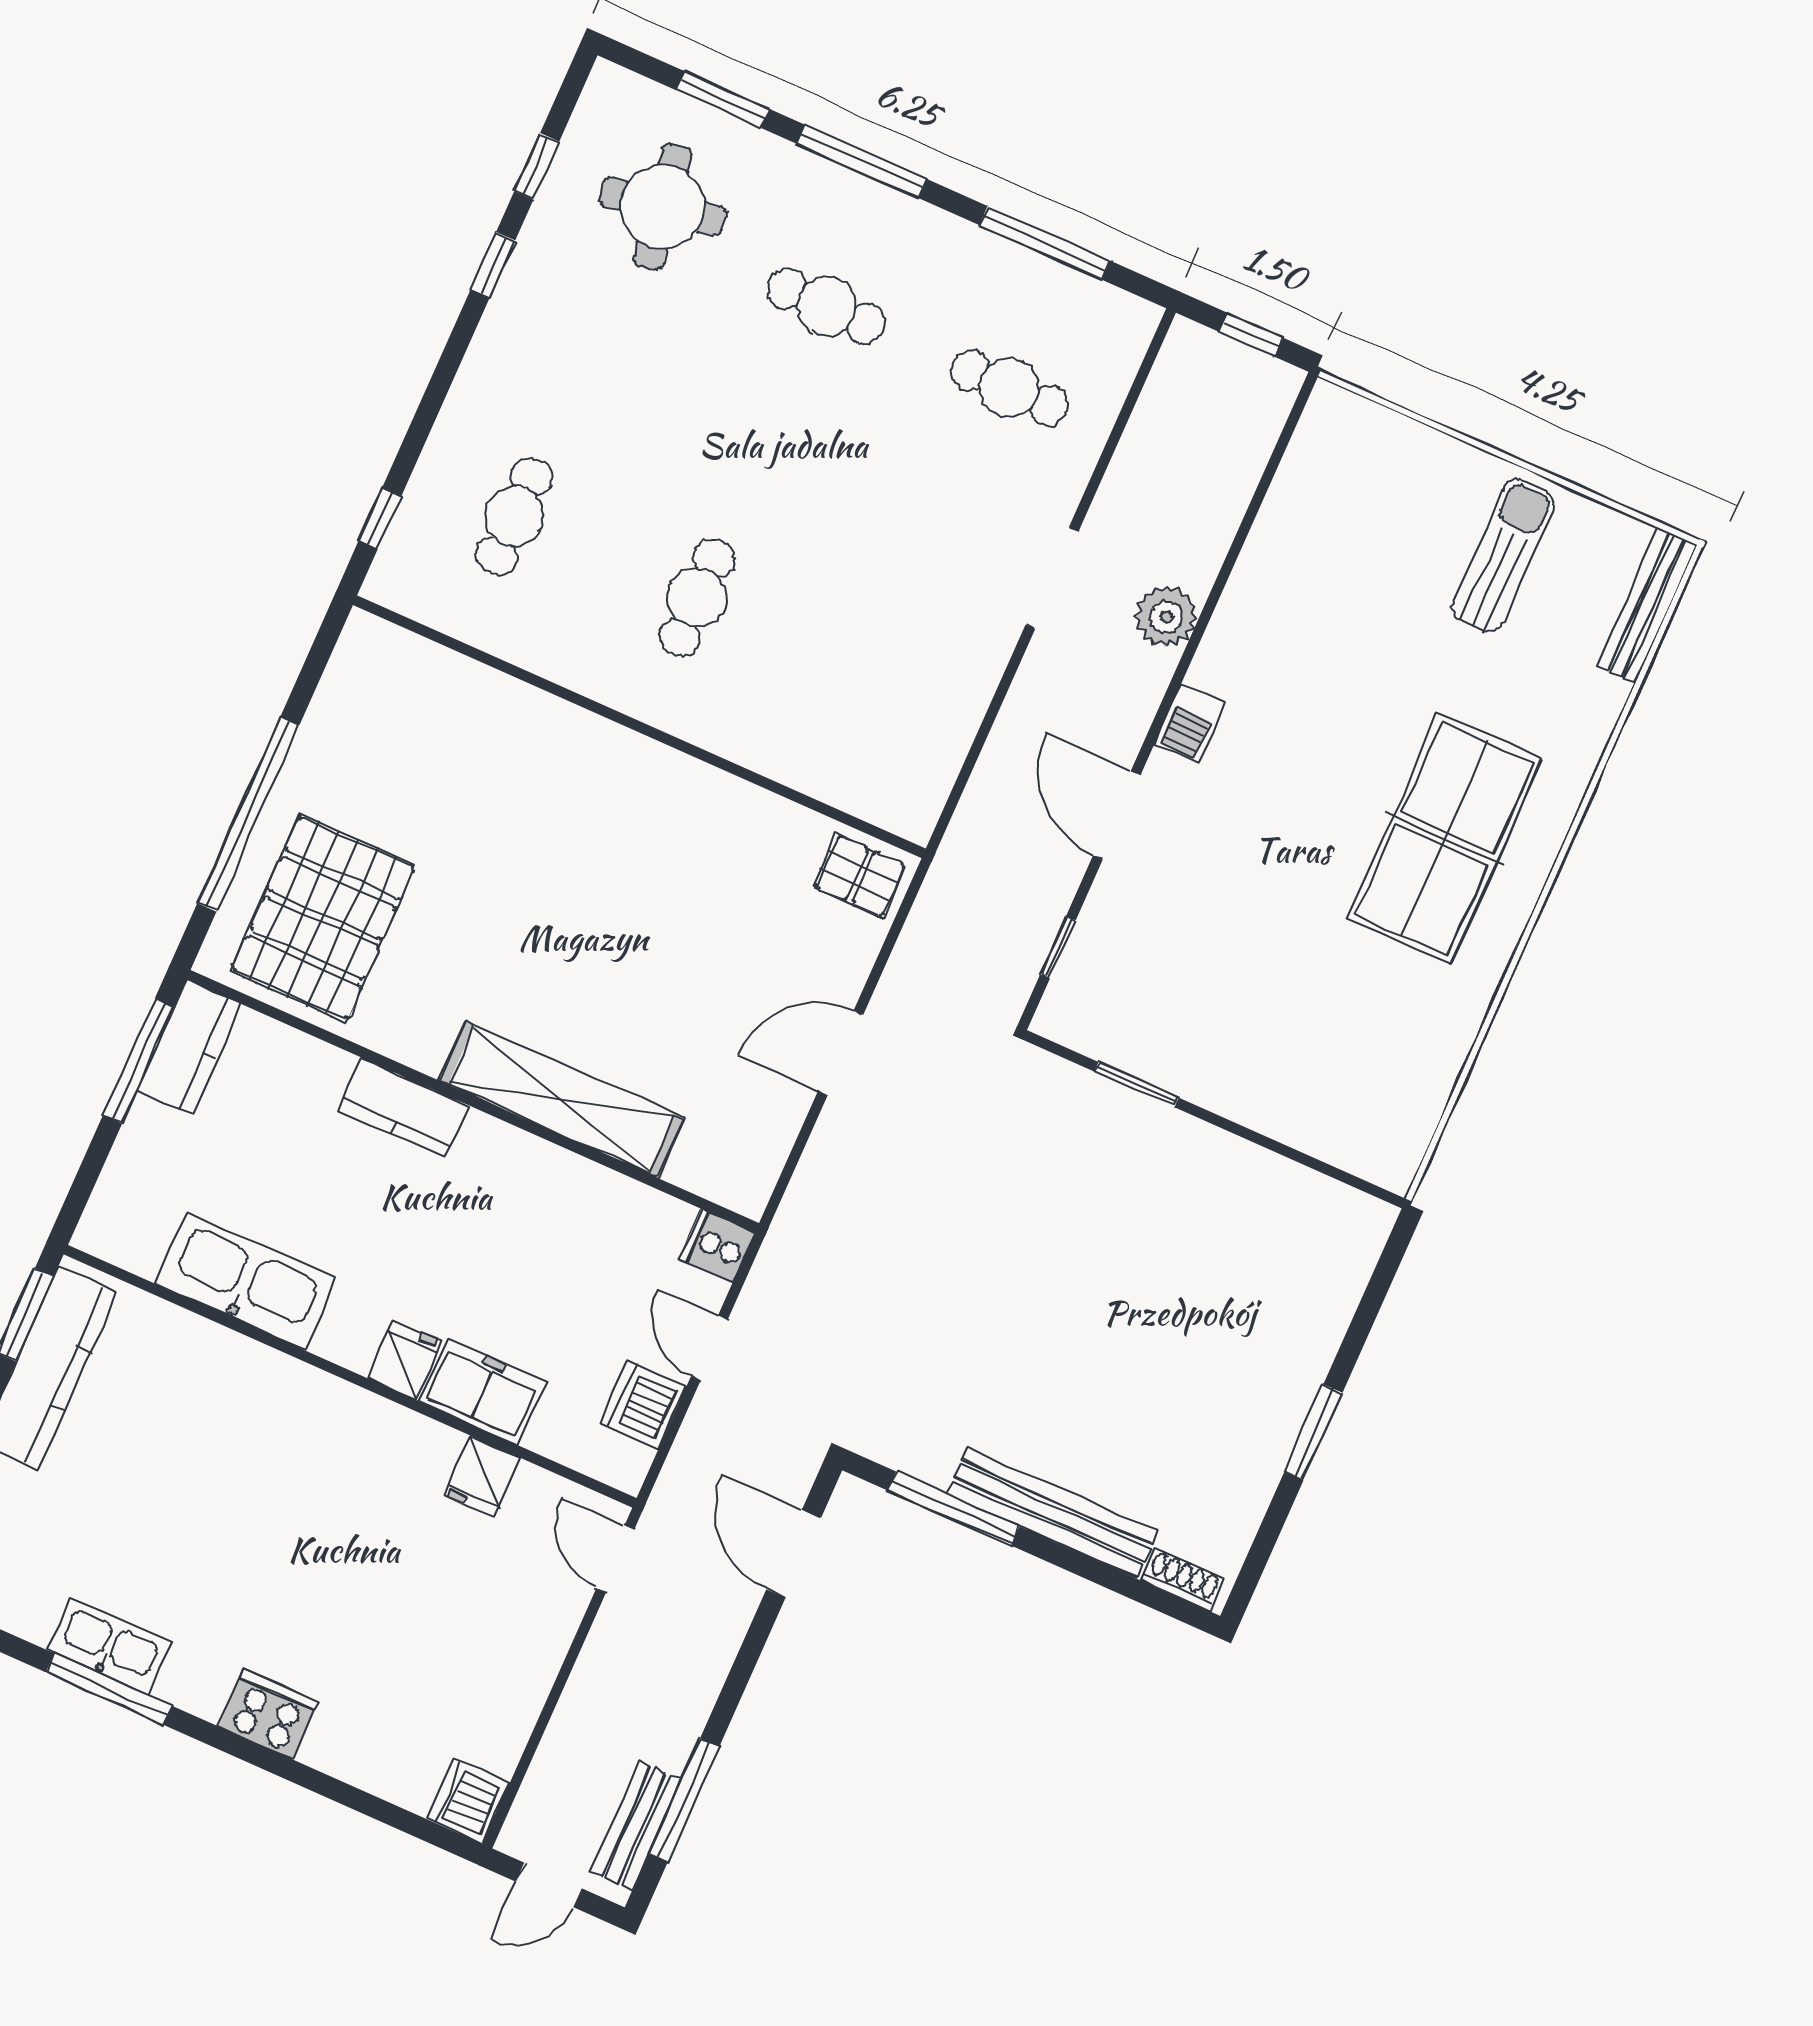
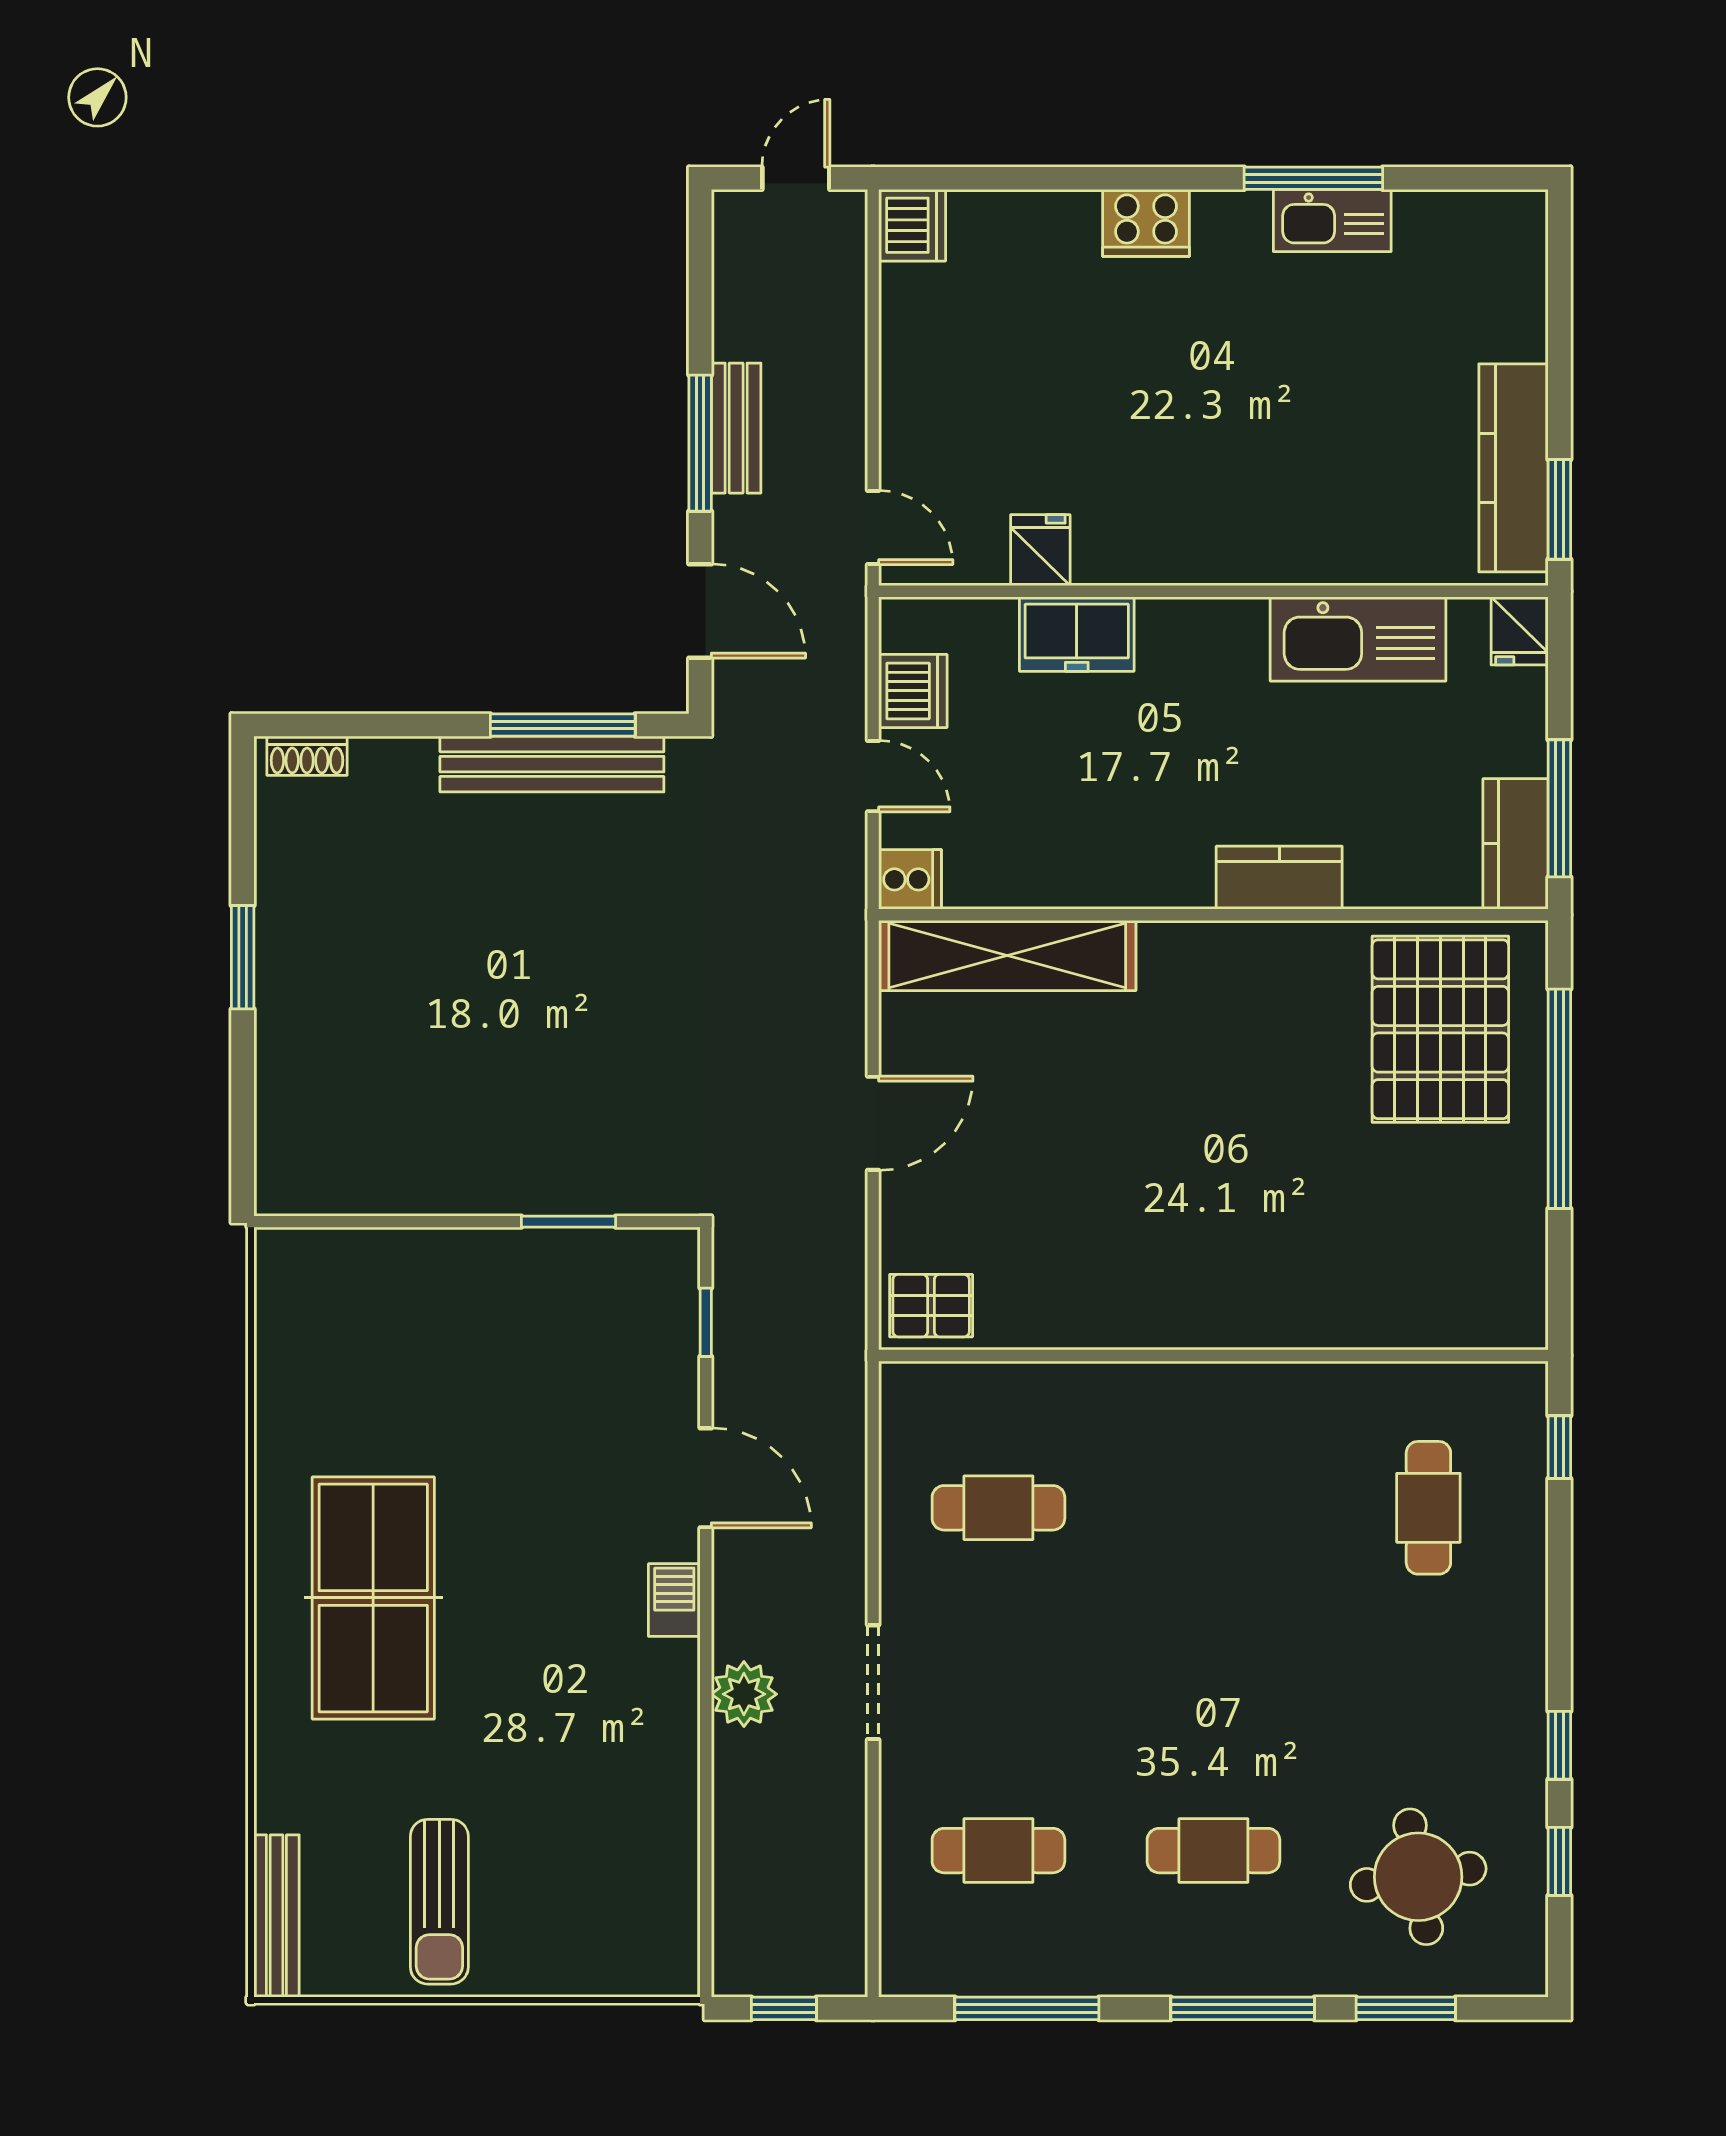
cafe table: (697, 598) -> (998, 1508), moved, turned 90
shelving: (562, 1100) -> (1007, 955), moved
fridge: (405, 1360) -> (1520, 631), moved
bench: (1052, 1513) -> (552, 764), moved
window: (684, 1800) -> (700, 443), moved
bench: (636, 1826) -> (736, 428), moved

